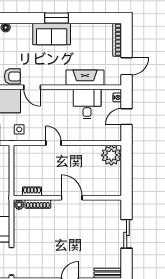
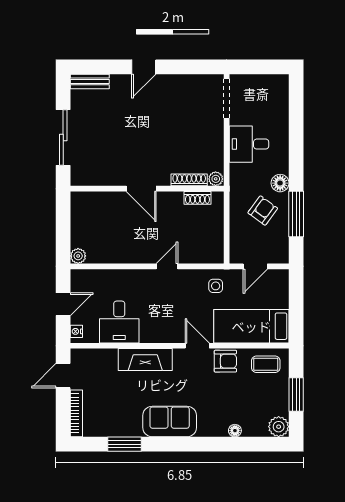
window: (57, 18) -> (125, 444), moved
armchair: (12, 76) -> (225, 361), turned 180
fireplace: (85, 78) -> (145, 360), moved
door: (53, 143) -> (167, 266), swing flipped
plant: (111, 155) -> (78, 256), width x0.53, depth x0.53
sliding door: (127, 234) -> (63, 138), width x1.37

